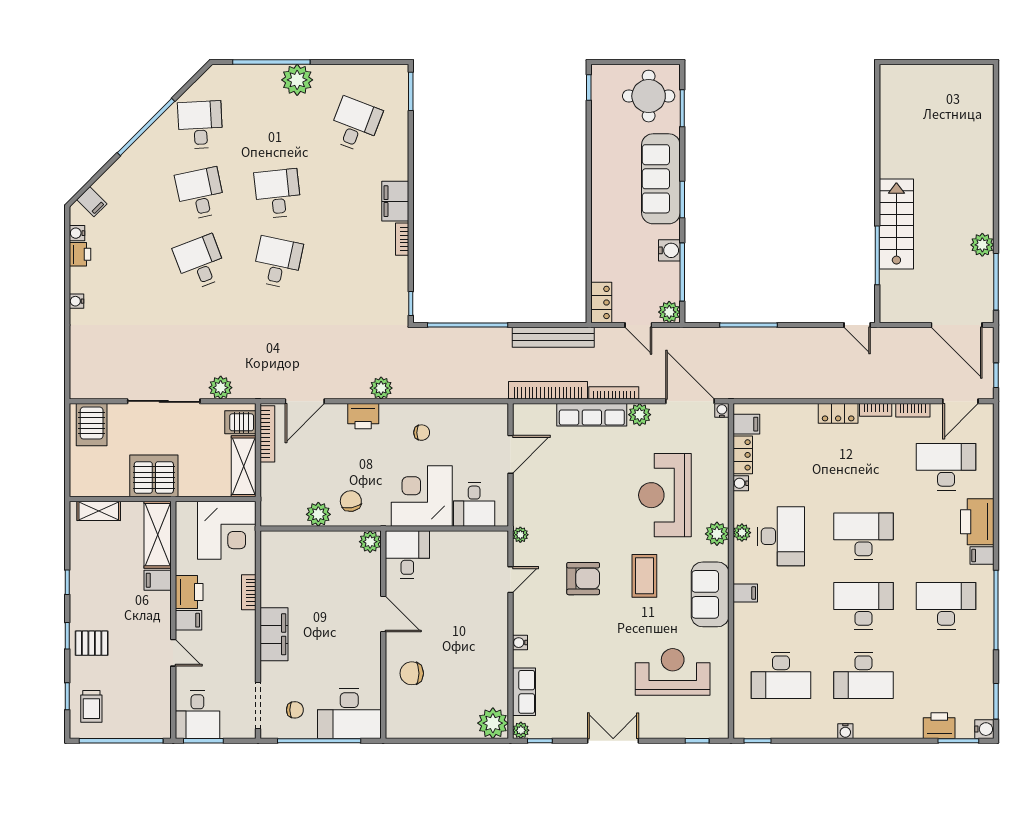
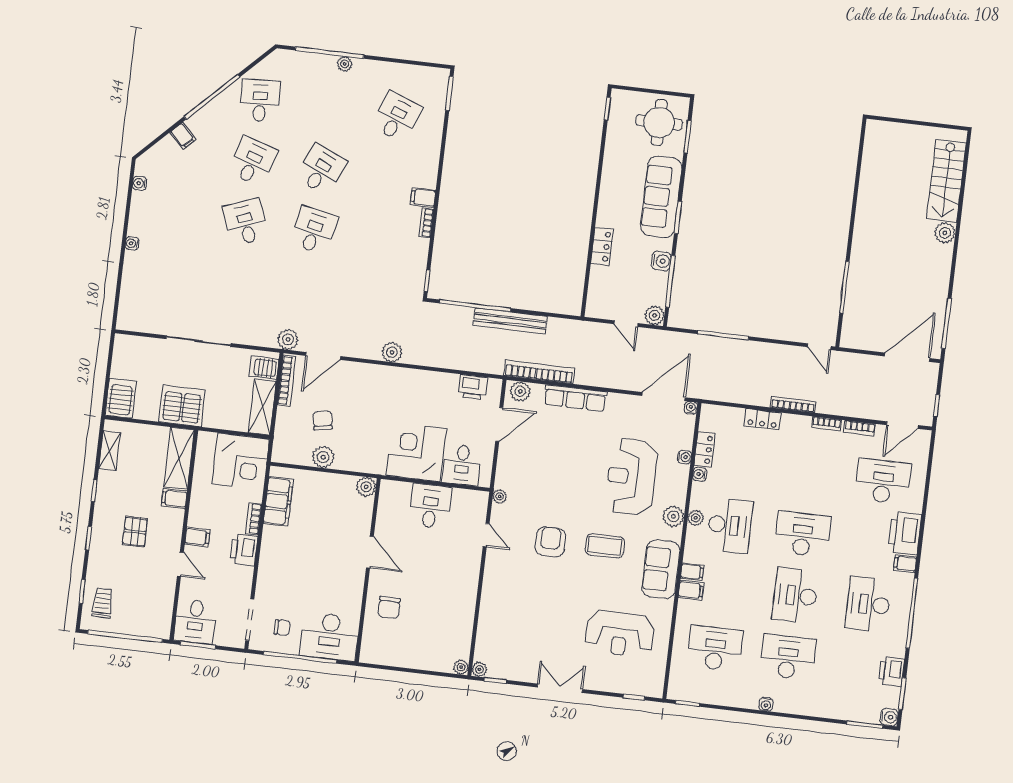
plant: (297, 80) -> (345, 64), width x0.53, depth x0.53
desk: (200, 194) -> (253, 161), turned 30
desk: (278, 194) -> (321, 169), turned 30
filing cabinet: (395, 201) -> (423, 197), width x0.50
filing cabinet: (92, 202) -> (183, 136), moved
stairs: (896, 224) -> (946, 181), moved, turned 180
plant: (982, 245) -> (945, 233), moved
printer: (80, 254) -> (140, 202), removed
locker: (601, 302) -> (602, 246), moved
door: (957, 325) -> (907, 357), swing flipped
bench: (553, 337) -> (510, 321), moved
plant: (221, 388) -> (288, 339), moved
bookcase: (614, 393) -> (793, 404), moved
door: (690, 401) -> (664, 397), hinge flipped
locker: (838, 413) -> (762, 419), moved
plant: (640, 415) -> (520, 391), moved
printer: (363, 416) -> (473, 387), moved
filing cabinet: (746, 424) -> (691, 590), moved
server rack: (92, 425) -> (121, 398), moved, turned 180
chair: (422, 433) -> (423, 396), removed
chair: (351, 501) -> (323, 420), moved
shelving: (99, 511) -> (110, 451), moved, turned 90
desk: (407, 554) -> (430, 506), moved
coffee table: (644, 576) -> (605, 546), turned 90
armchair: (583, 579) -> (550, 542), turned -90
door: (510, 580) -> (486, 535), hinge flipped
printer: (189, 592) -> (244, 550), moved, turned 180
desk: (864, 606) -> (795, 595), turned -90
desk: (946, 606) -> (868, 604), turned -90
filing cabinet: (274, 634) -> (278, 501), moved
pallet: (92, 643) -> (135, 532), moved, turned 90
water cooler: (520, 643) -> (684, 457), moved, turned 180
reception desk: (673, 672) -> (620, 634), turned 180
chair: (412, 673) -> (389, 607), turned -90
desk: (781, 675) -> (715, 648), turned 180
desk: (864, 675) -> (788, 657), turned 180
row of seats: (524, 692) -> (486, 636), removed
trolley: (91, 706) -> (102, 603), turned 180
plant: (493, 723) -> (461, 667), width x0.53, depth x0.53
printer: (939, 726) -> (891, 672), moved, turned -90

